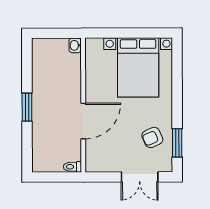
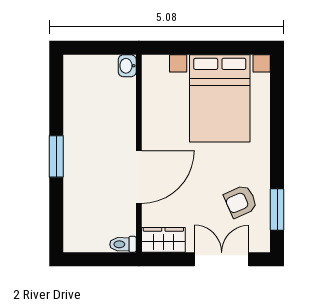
wardrobe: (100, 164) -> (163, 240), added
double door: (140, 177) -> (222, 259), swing flipped

